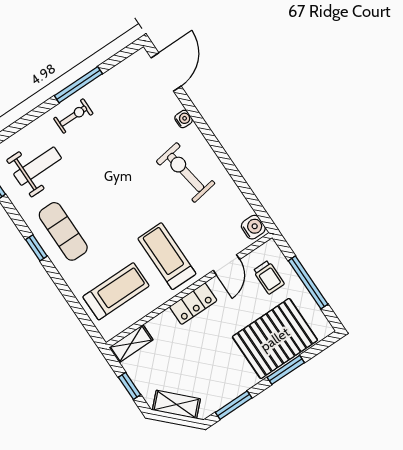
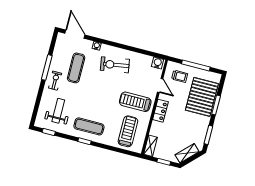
exercise mat: (122, 125) -> (76, 68), added

